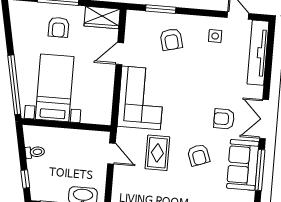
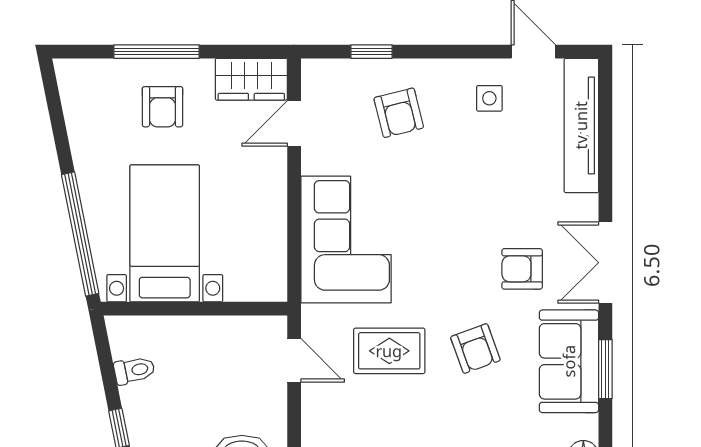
window: (161, 9) -> (372, 52), width x0.67
door: (120, 54) -> (294, 123), moved
rug: (157, 153) -> (389, 351), turned 90
window: (260, 170) -> (605, 369), width x0.69

